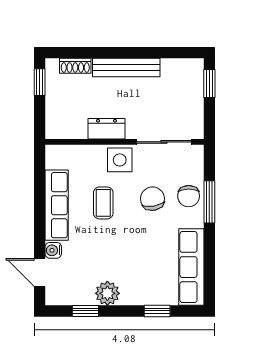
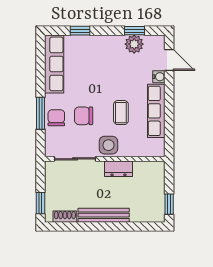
shoe rack: (75, 66) -> (65, 217), moved
chair: (152, 199) -> (84, 116), turned 99
plant: (107, 293) -> (134, 44), moved

